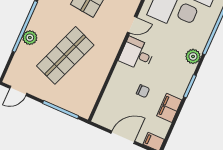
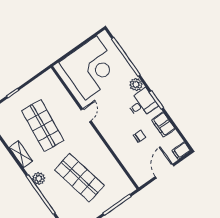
plant: (30, 38) -> (39, 178), moved
desk: (137, 54) -> (142, 104), moved, turned 180
shop shelf: (65, 55) -> (79, 178), turned -33

